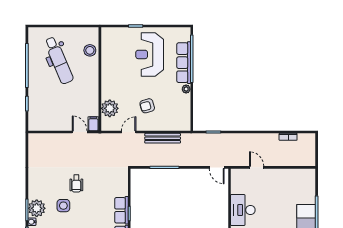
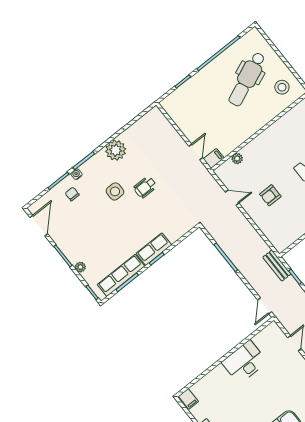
stool: (90, 50) -> (282, 87), moved
armchair: (147, 106) -> (270, 195), turned -74
plant: (110, 108) -> (237, 159), width x0.53, depth x0.53
bench: (163, 138) -> (277, 266), moved, width x0.73
plant: (37, 208) -> (116, 150), moved

